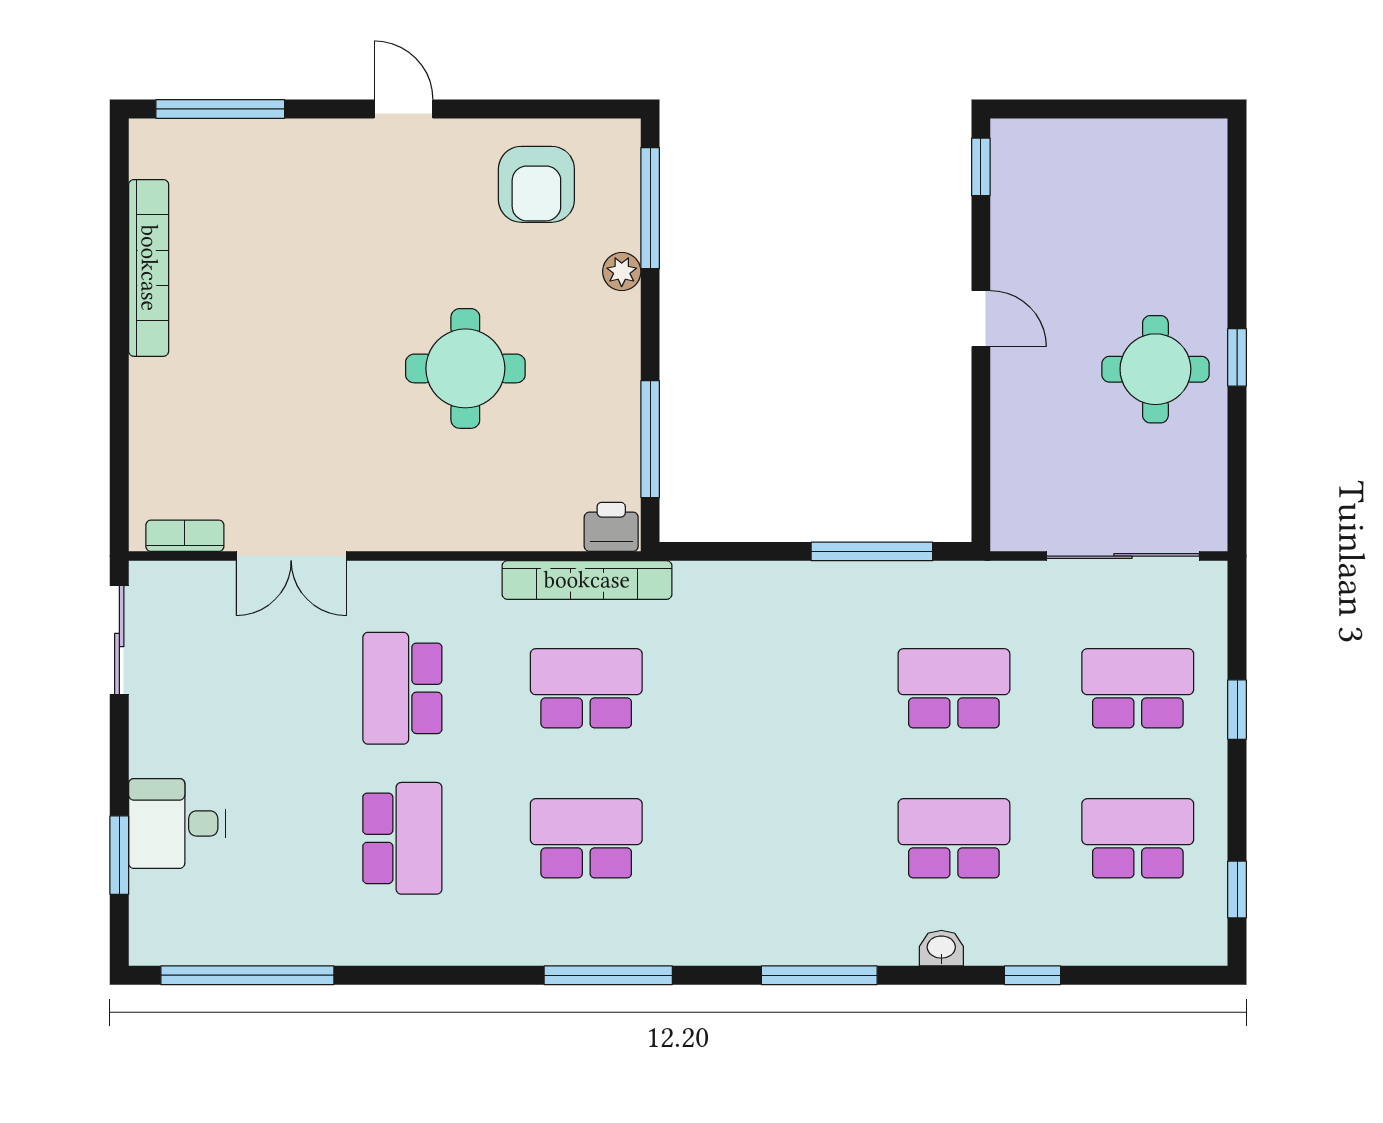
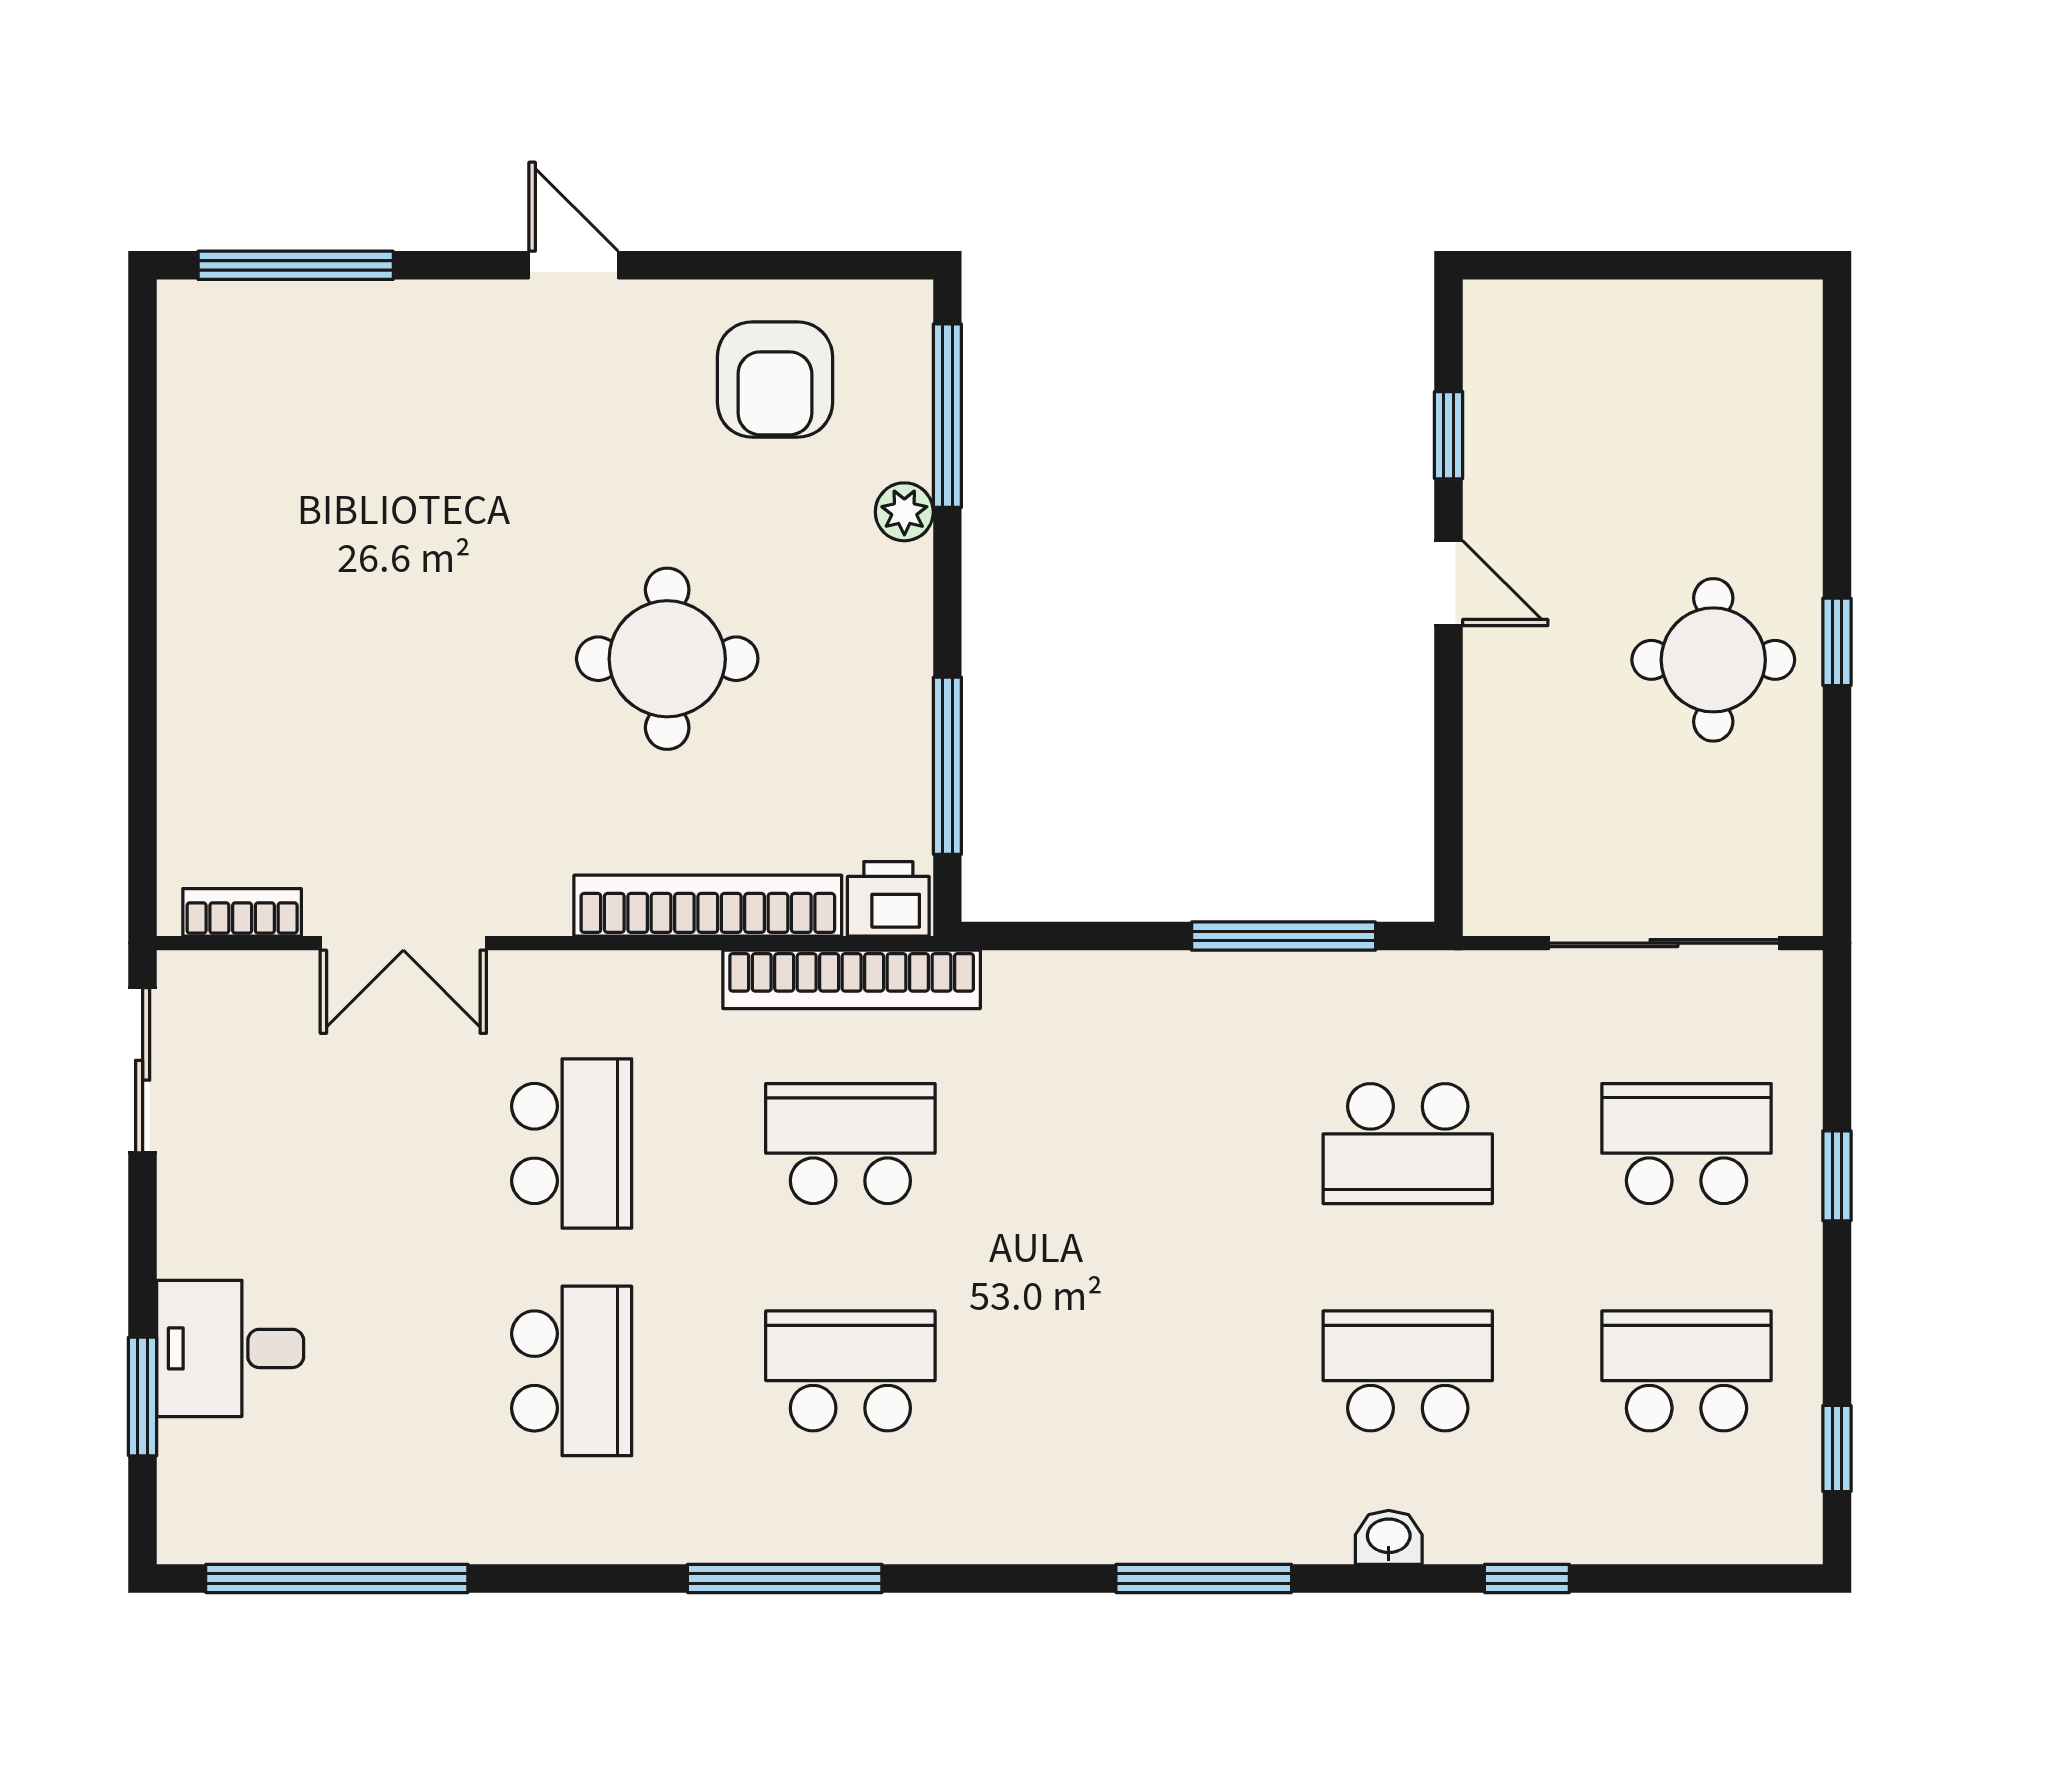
window: (981, 167) -> (1449, 435), moved
bookcase: (149, 268) -> (708, 906), moved, turned -90
school desk: (402, 688) -> (572, 1144), turned 180
school desk: (954, 688) -> (1408, 1144), turned 180
window: (608, 975) -> (785, 1578), moved

